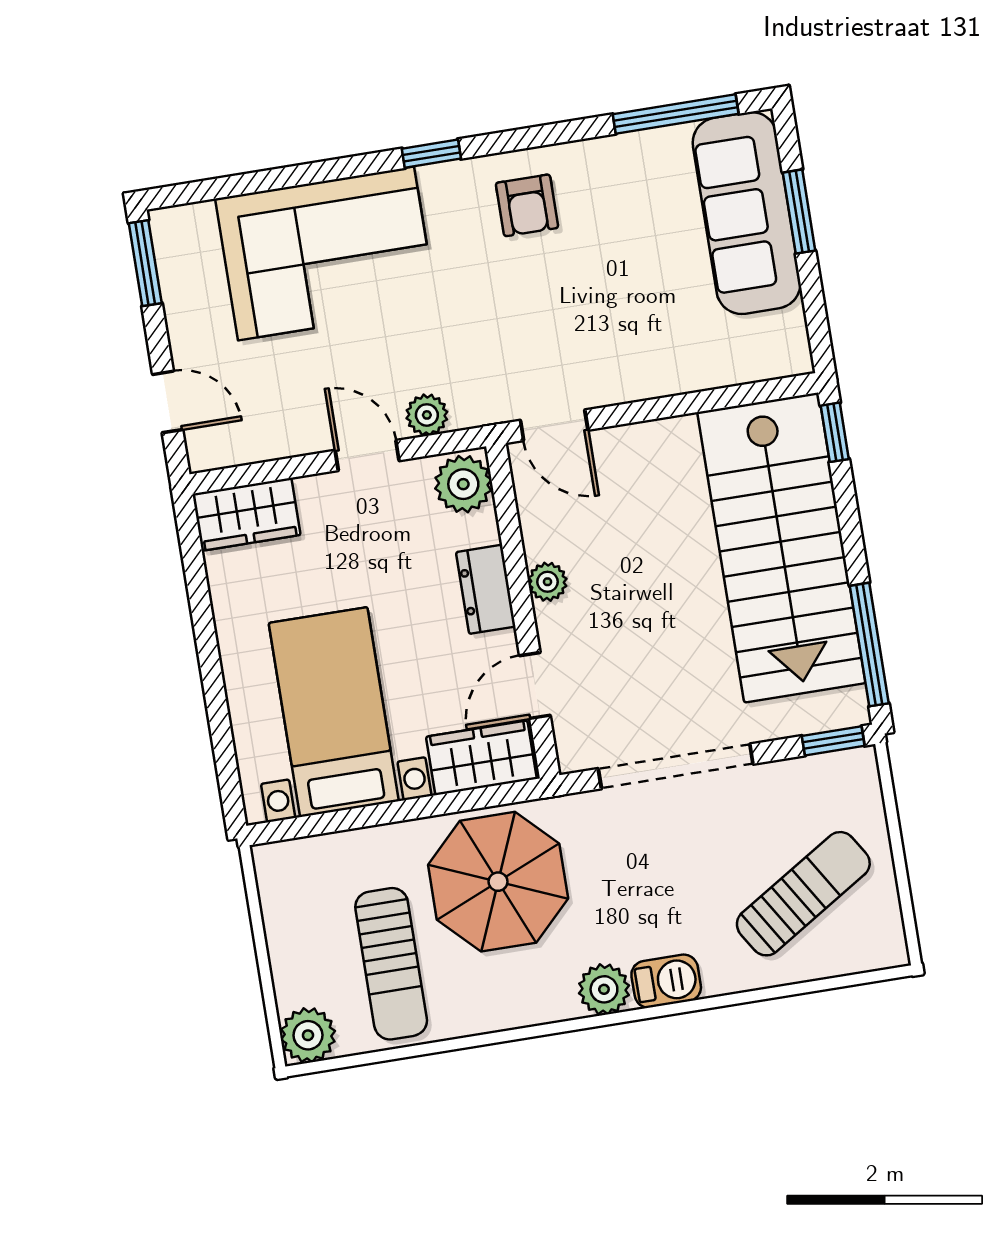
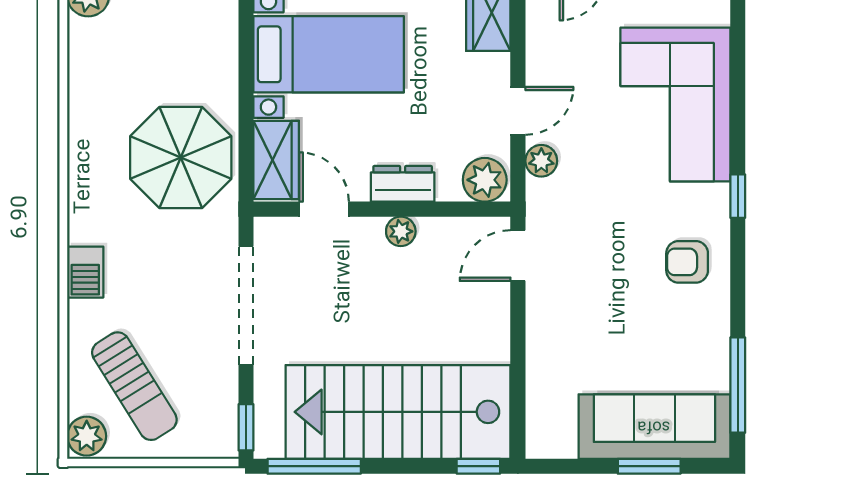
sun lounger: (391, 964) -> (132, 67), removed
plant: (604, 989) -> (87, 436), moved

